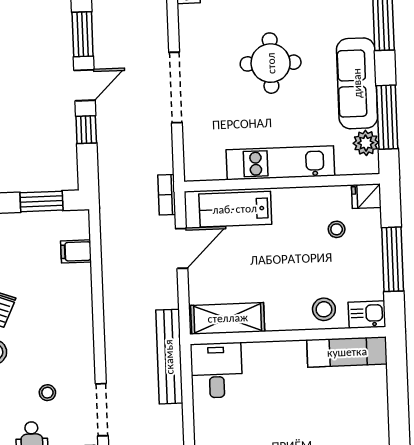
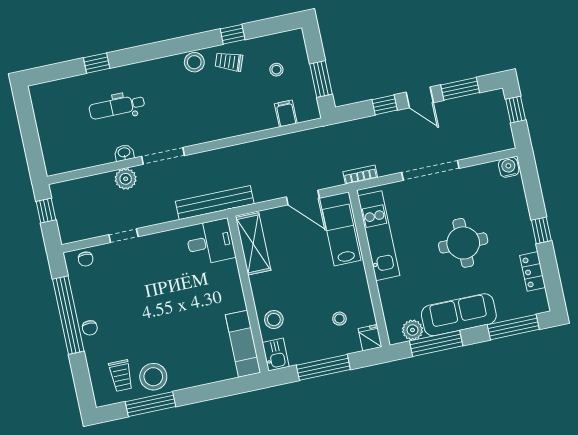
kitchen unit: (280, 163) -> (379, 236), moved
bookcase: (167, 195) -> (360, 175), moved
stool: (47, 393) -> (276, 70), moved

